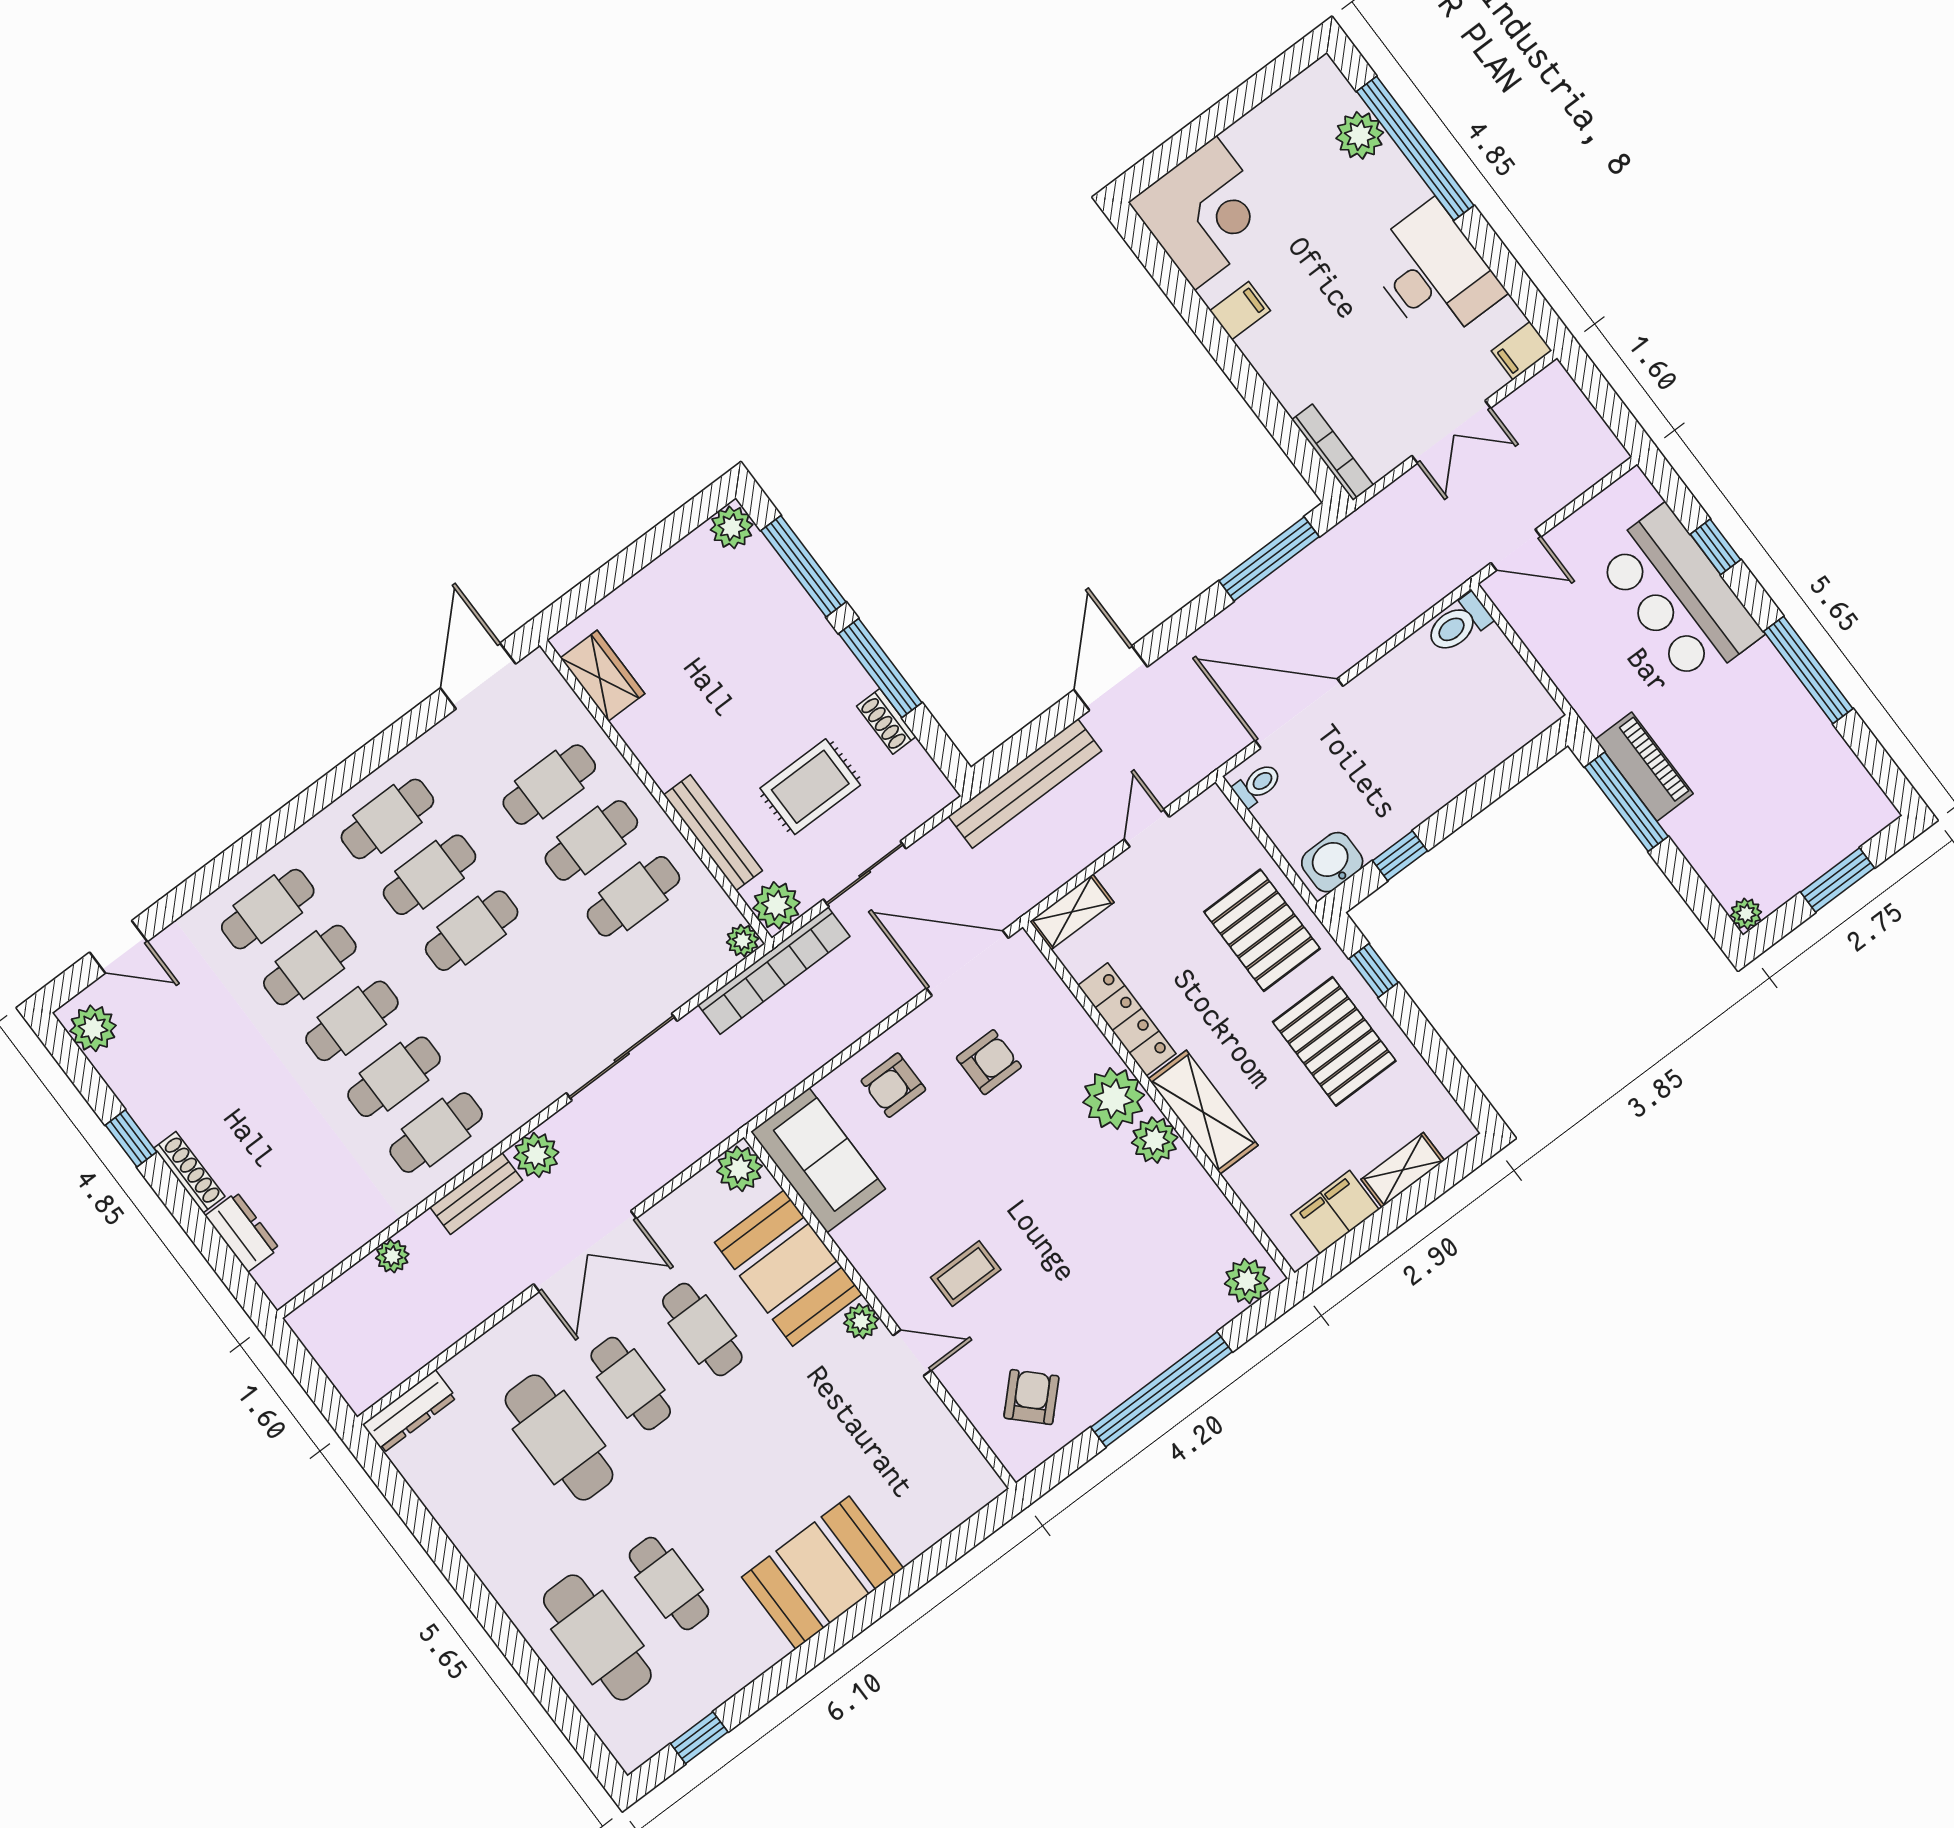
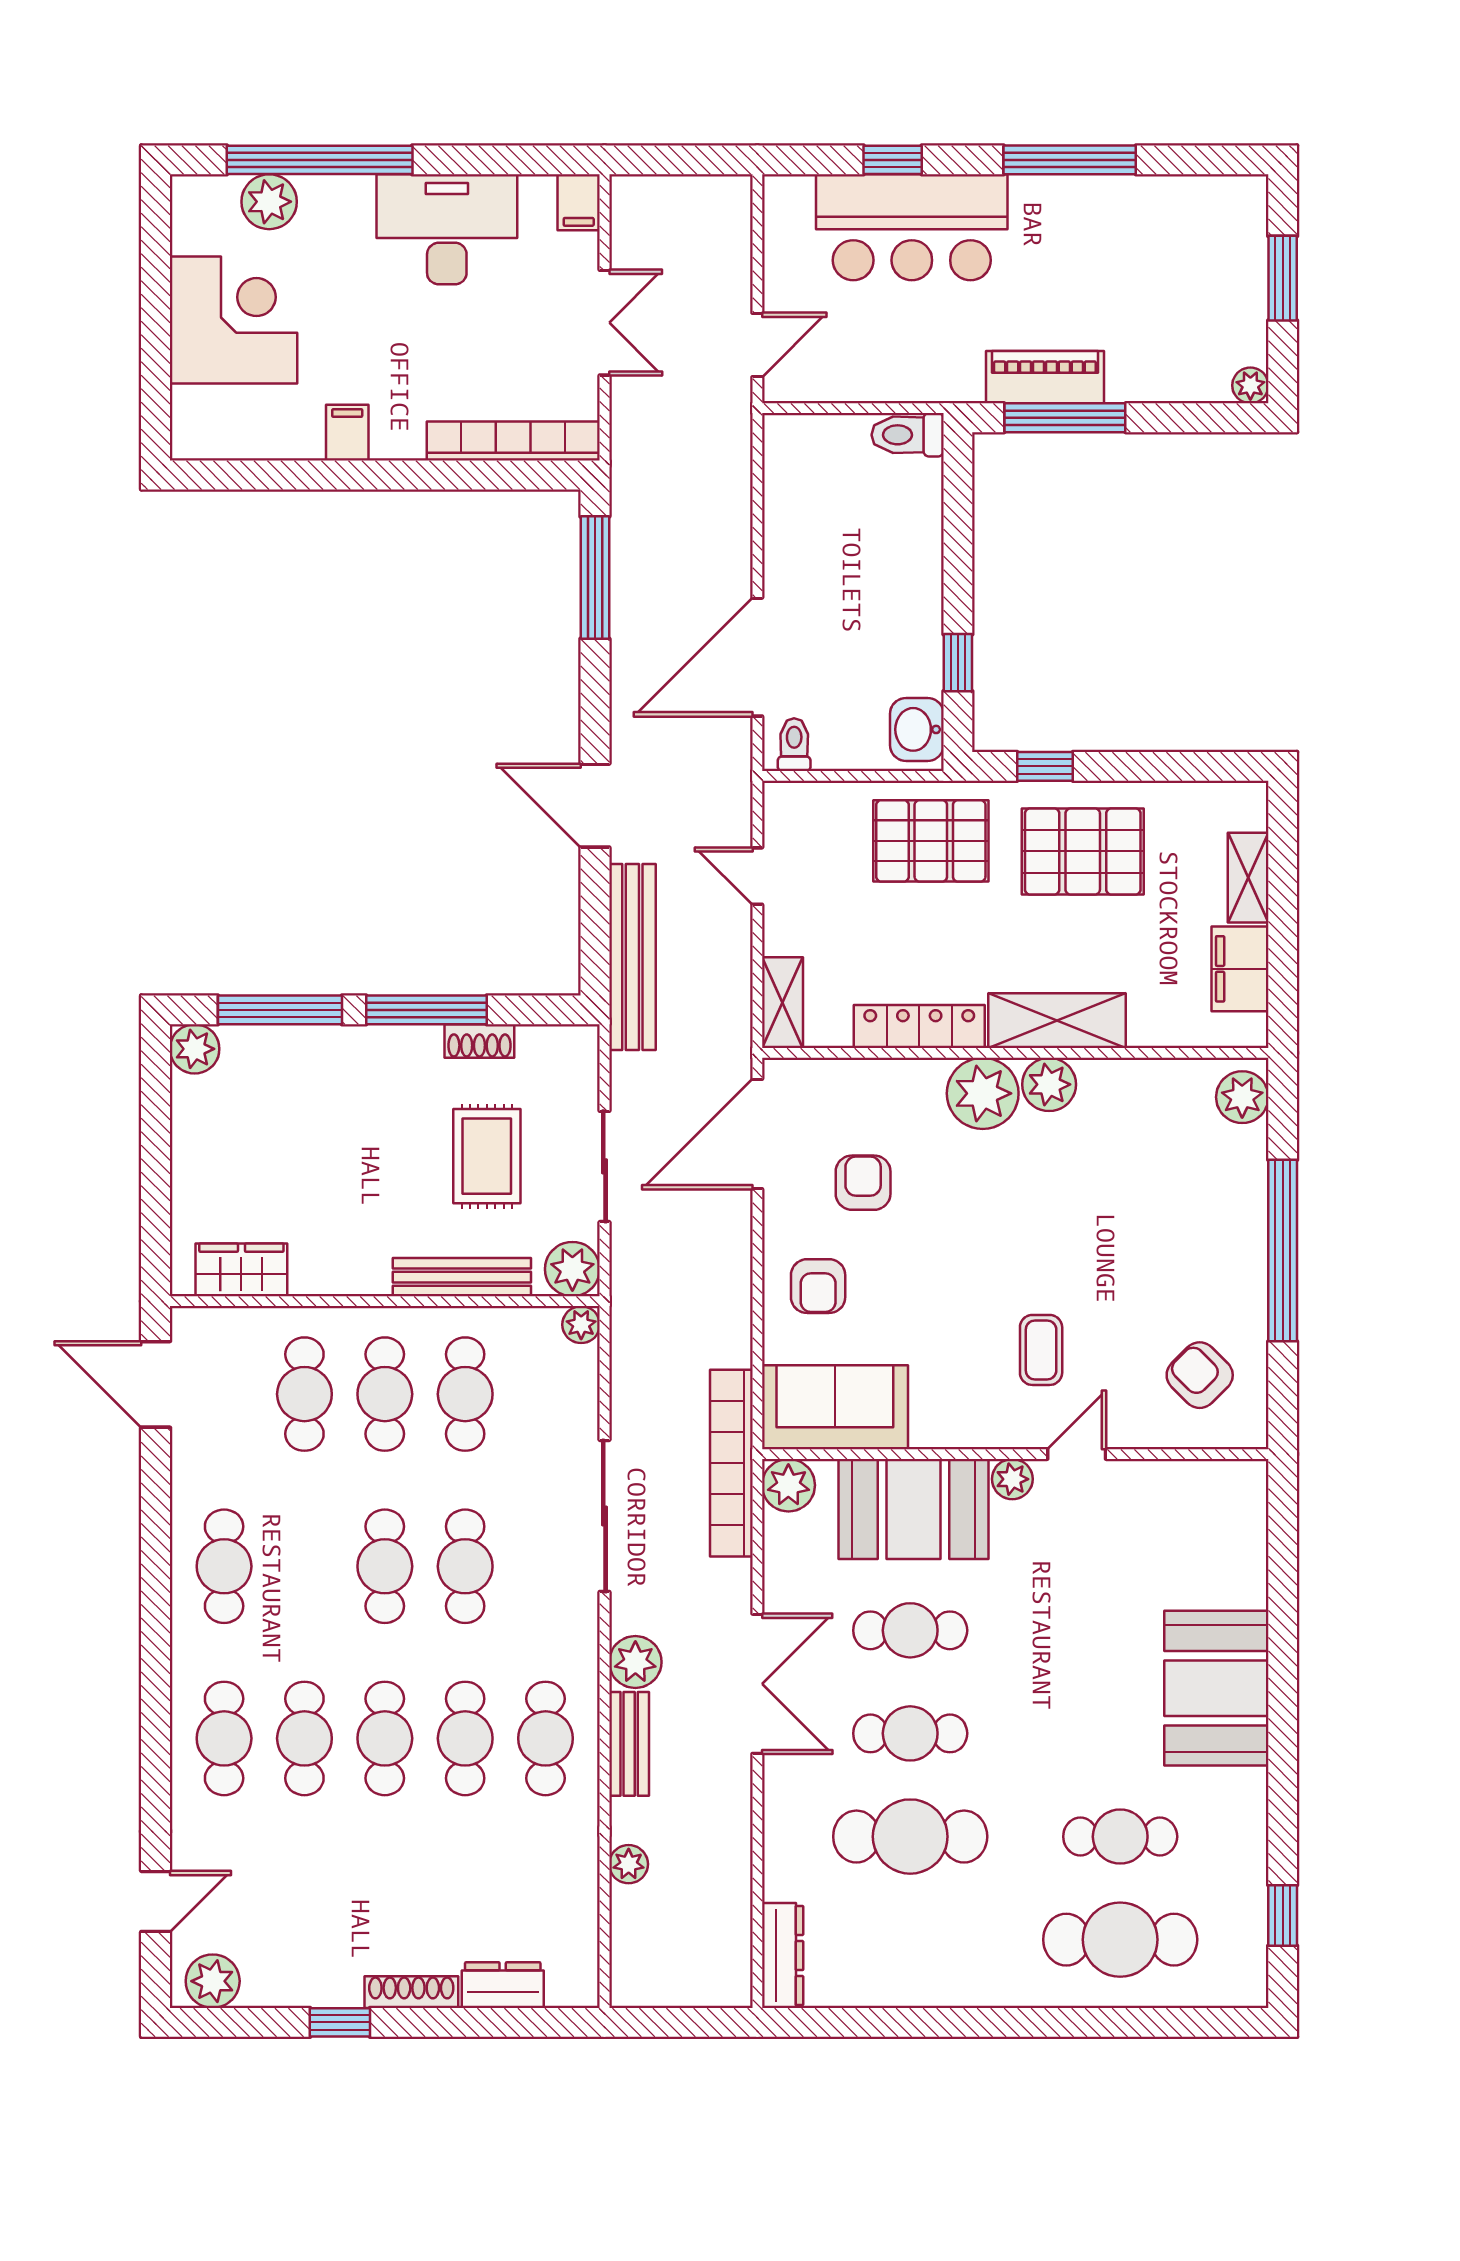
corner desk: (1205, 213) -> (234, 320), moved
bookcase: (1333, 452) -> (513, 441), width x1.48, depth x1.31
toilet: (1459, 624) -> (908, 435), moved, turned 90
cafe table: (430, 875) -> (465, 1566), moved
bookcase: (774, 971) -> (731, 1463), moved, turned 180

